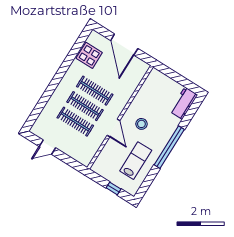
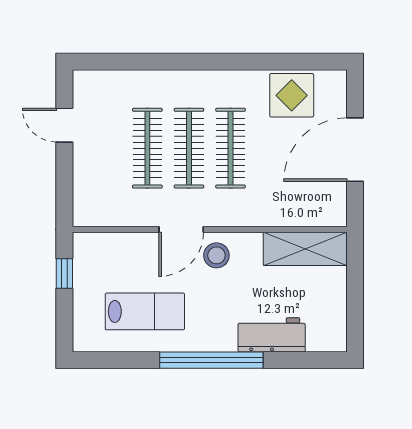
shelving: (150, 86) -> (305, 249), added
workbench: (184, 103) -> (272, 335), moved
stool: (141, 124) -> (216, 255), moved
window: (113, 188) -> (64, 273), moved

